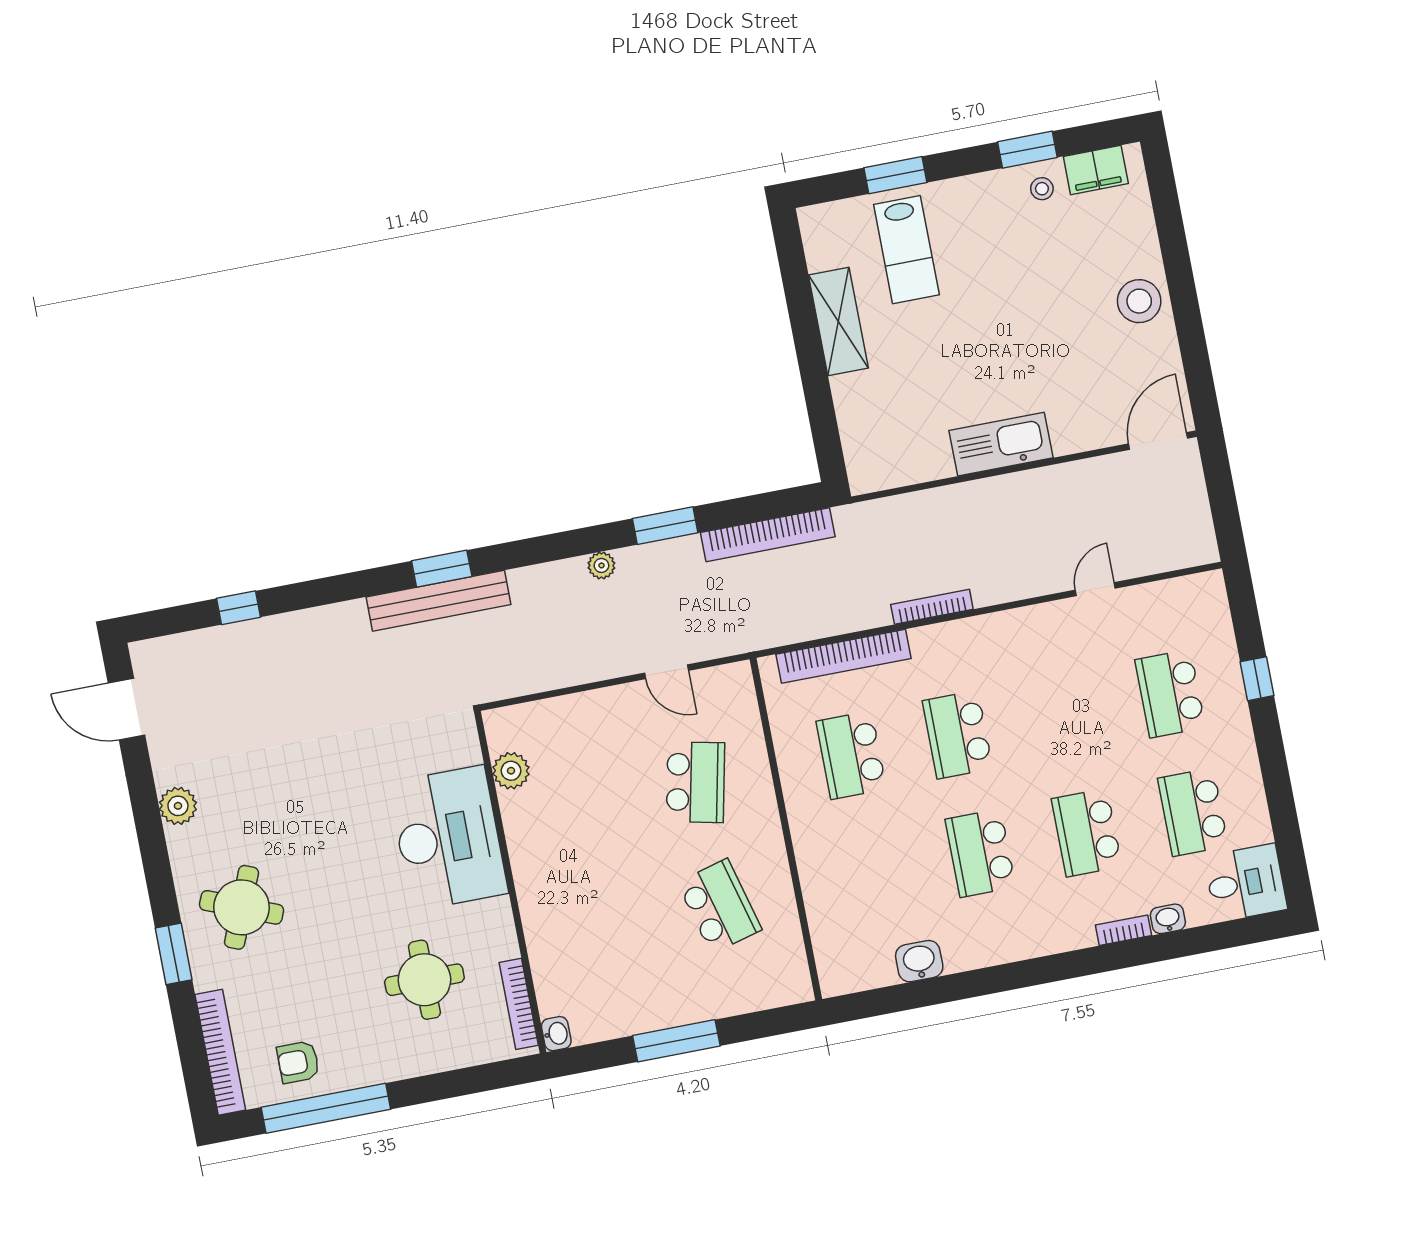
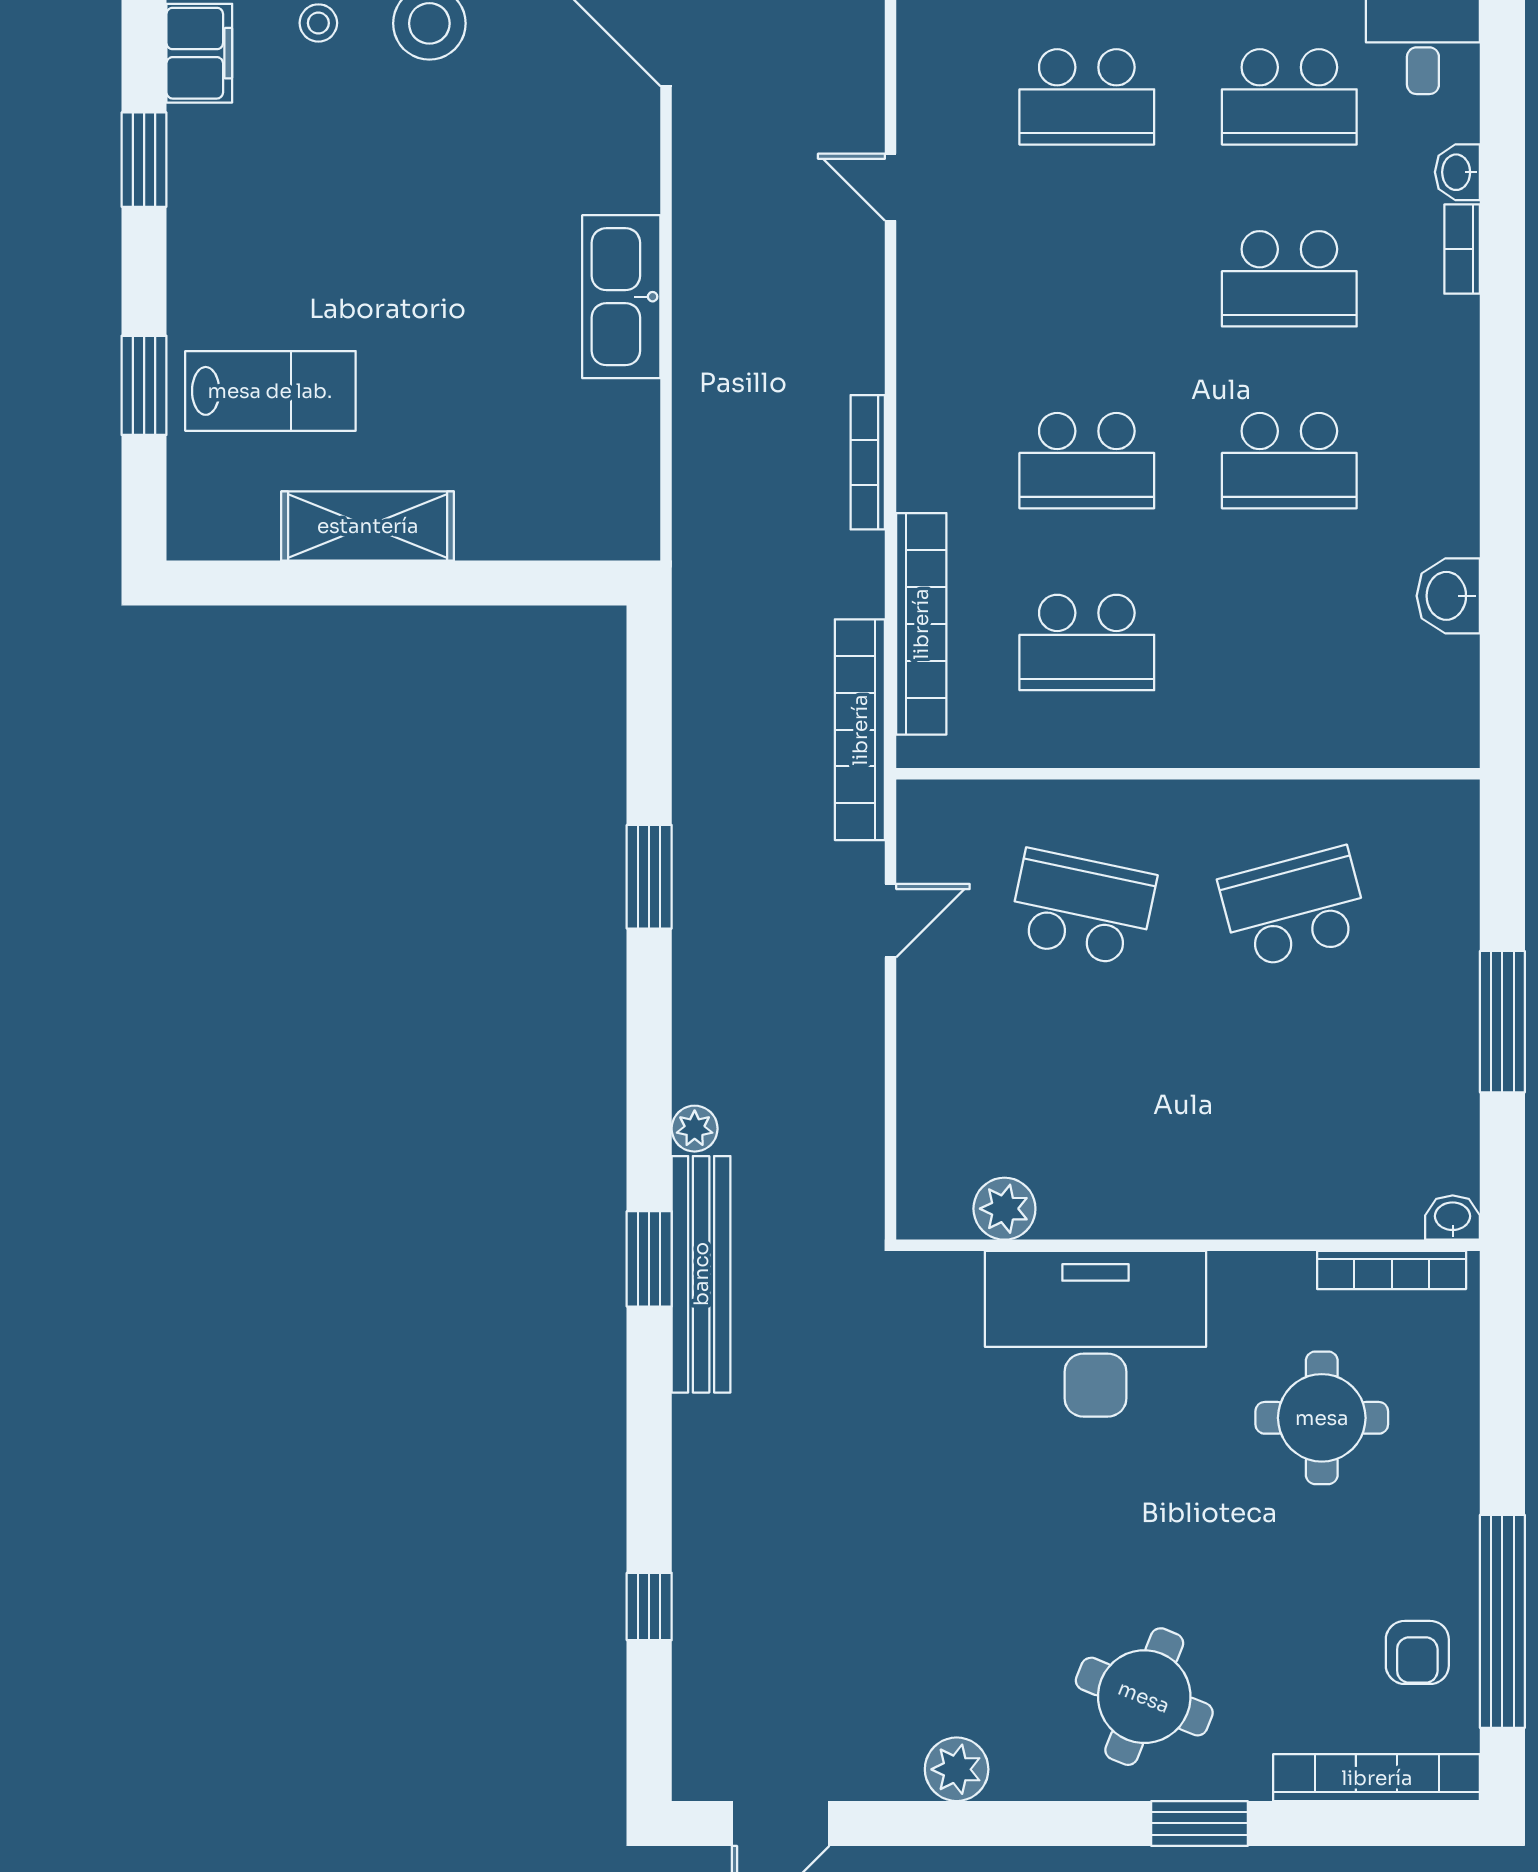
stool: (1042, 189) -> (318, 23), moved
bookcase: (768, 535) -> (860, 730), moved, turned 180
plant: (601, 565) -> (695, 1129), moved

